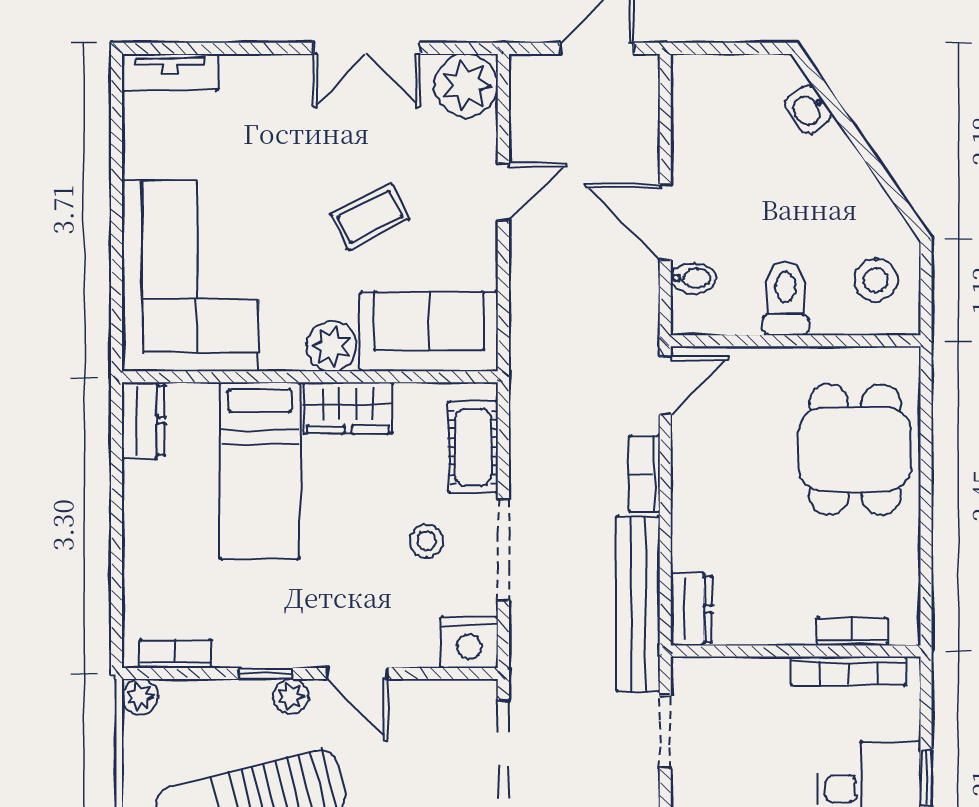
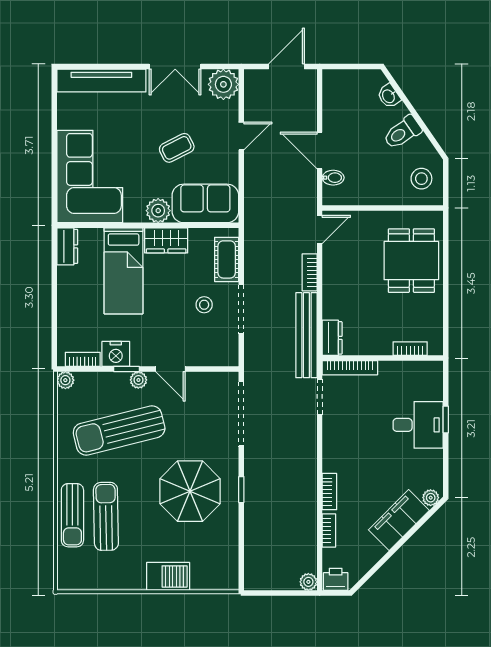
tv unit: (170, 72) -> (101, 80), width x1.92, depth x1.29
toilet: (786, 298) -> (402, 132), moved, turned -125
nightstand: (469, 642) -> (116, 354), moved
bookcase: (848, 671) -> (350, 368), moved

